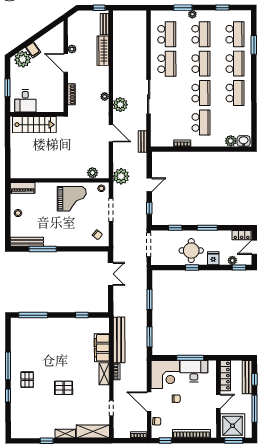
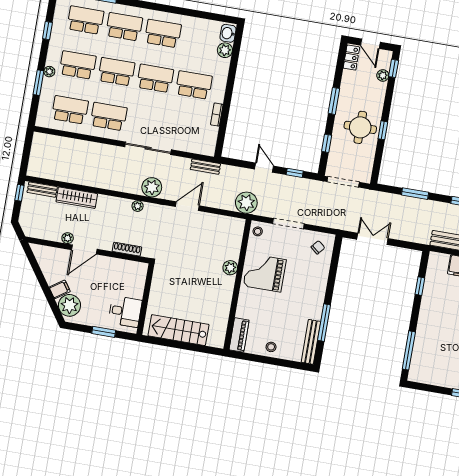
stairs: (34, 125) -> (178, 330), moved, turned -90
plant: (92, 173) -> (230, 268), moved
grand piano: (72, 199) -> (265, 273), turned -90
fridge: (213, 258) -> (376, 100), removed

